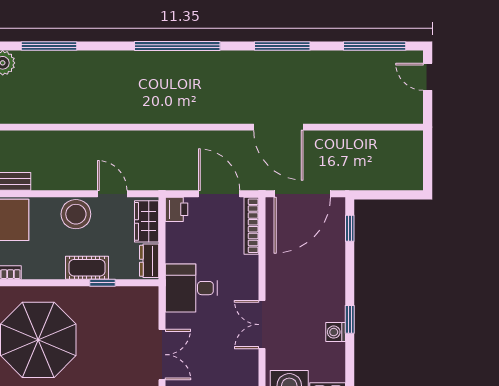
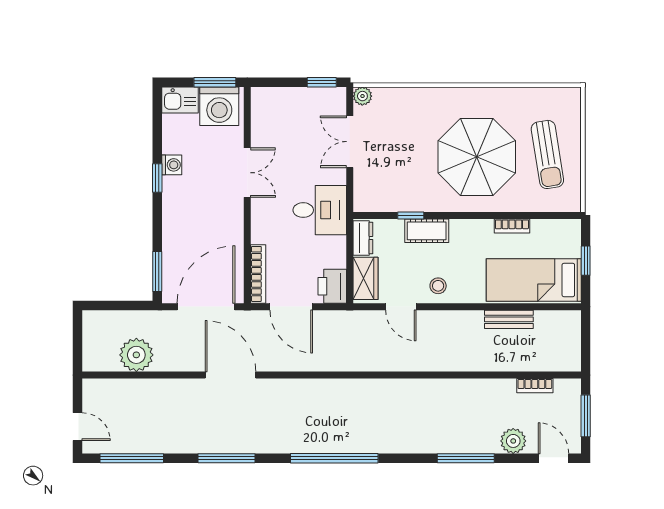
plant: (370, 147) -> (136, 355), added
printer: (176, 209) -> (332, 286), width x1.36, depth x1.24
stool: (76, 214) -> (438, 286), width x0.53, depth x0.53
window: (350, 228) -> (157, 271), width x1.50

